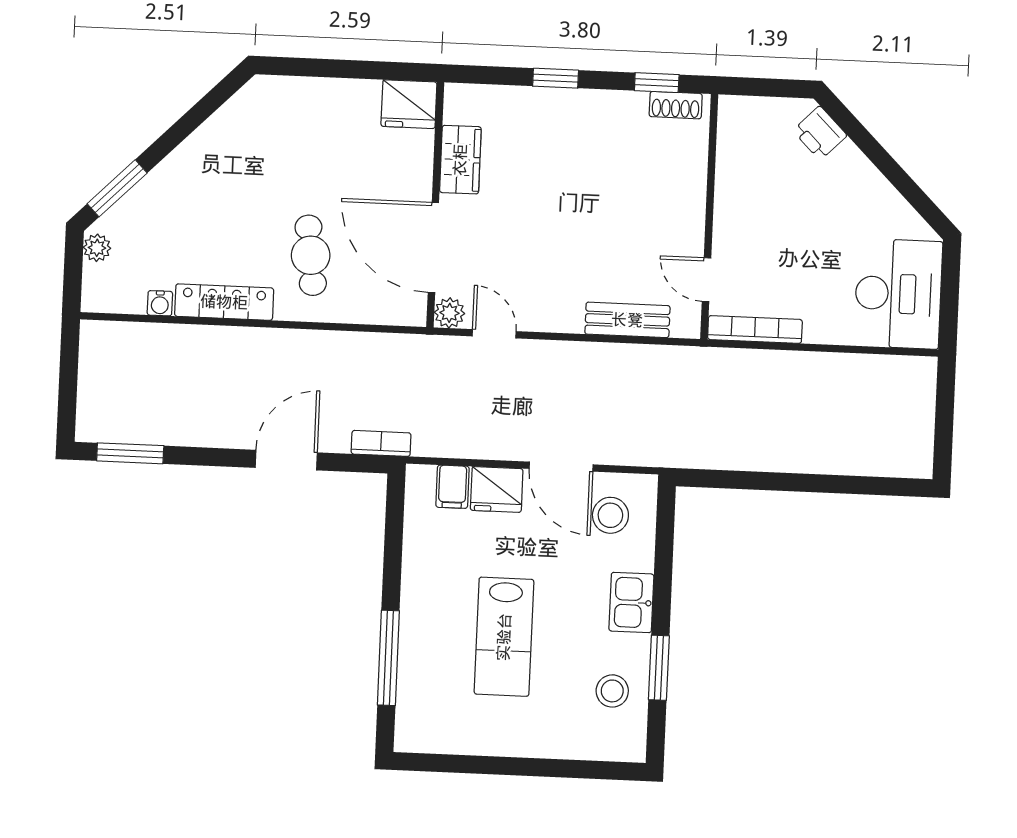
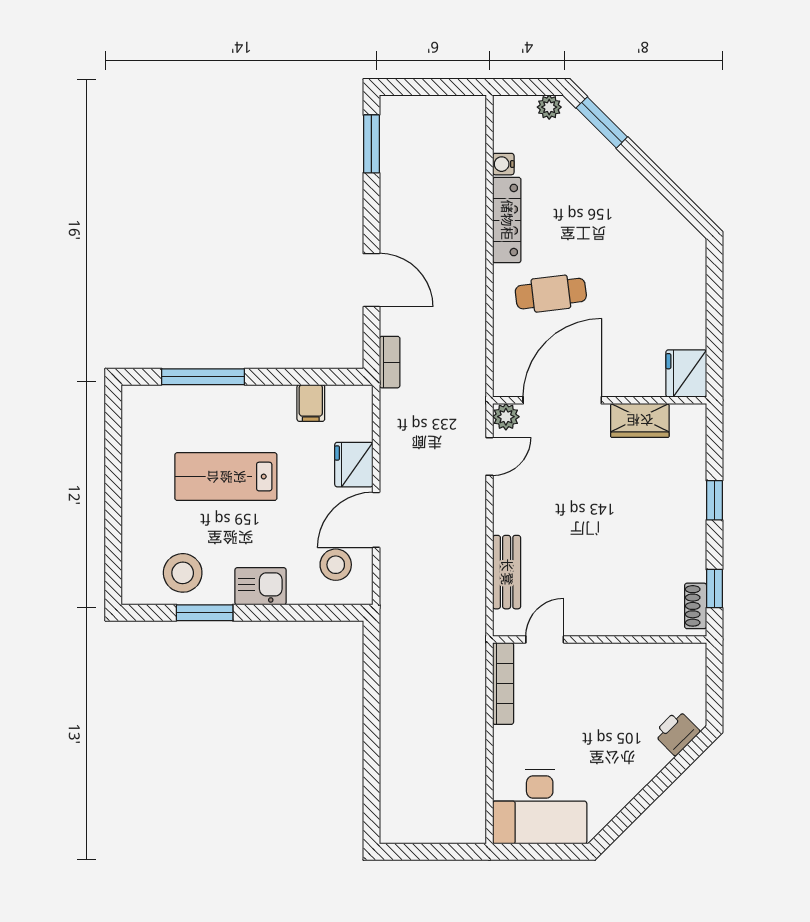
filing cabinet: (453, 487) -> (311, 403), moved, turned -90
stool: (612, 691) -> (183, 573), width x1.38, depth x1.38

